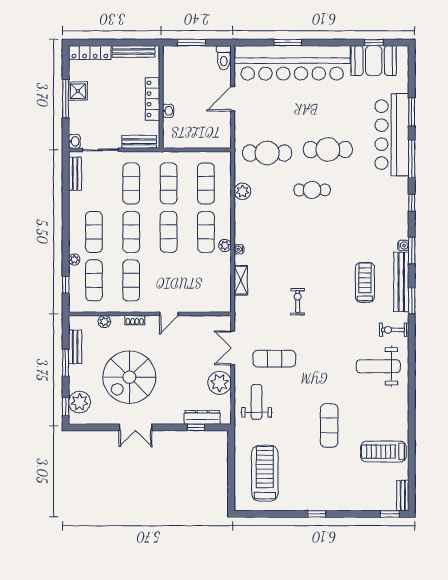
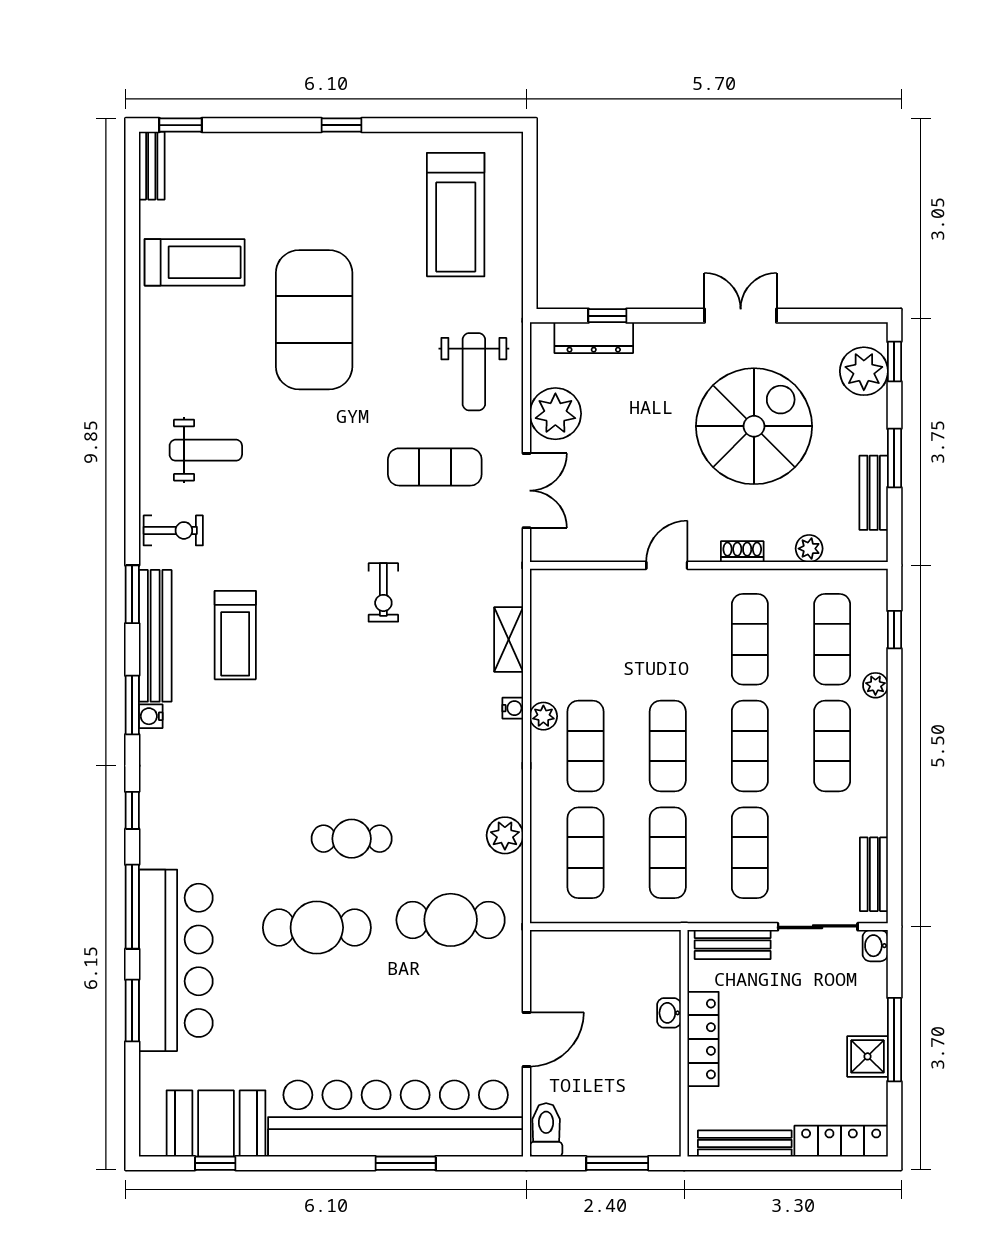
weight bench: (378, 366) -> (206, 450), width x0.73, depth x0.75
exercise mat: (329, 425) -> (314, 320), width x2.00, depth x1.45

